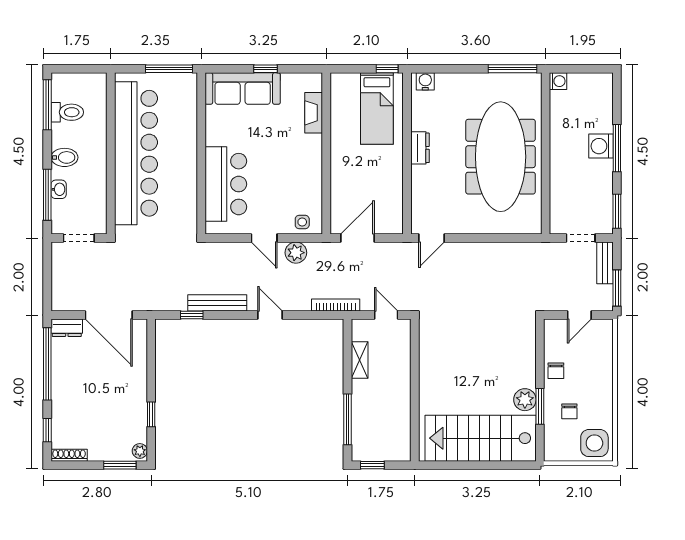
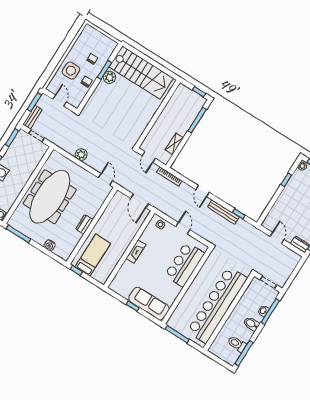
water cooler: (425, 81) -> (50, 245), moved
fireplace: (314, 113) -> (136, 252), moved
door: (358, 238) -> (140, 201), hinge flipped
door: (431, 238) -> (105, 179), hinge flipped
plant: (296, 253) -> (81, 155), moved
door: (109, 315) -> (277, 238), width x0.53
door: (579, 315) -> (60, 101), hinge flipped
side table: (594, 443) -> (71, 71), moved

